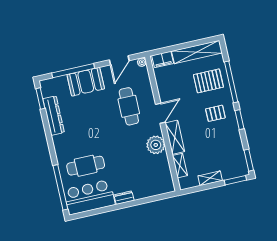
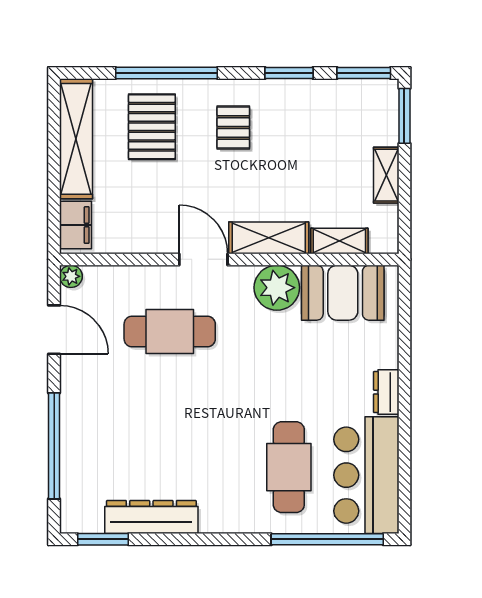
booth: (86, 82) -> (343, 293), moved, turned 90
window: (240, 120) -> (289, 73), moved

